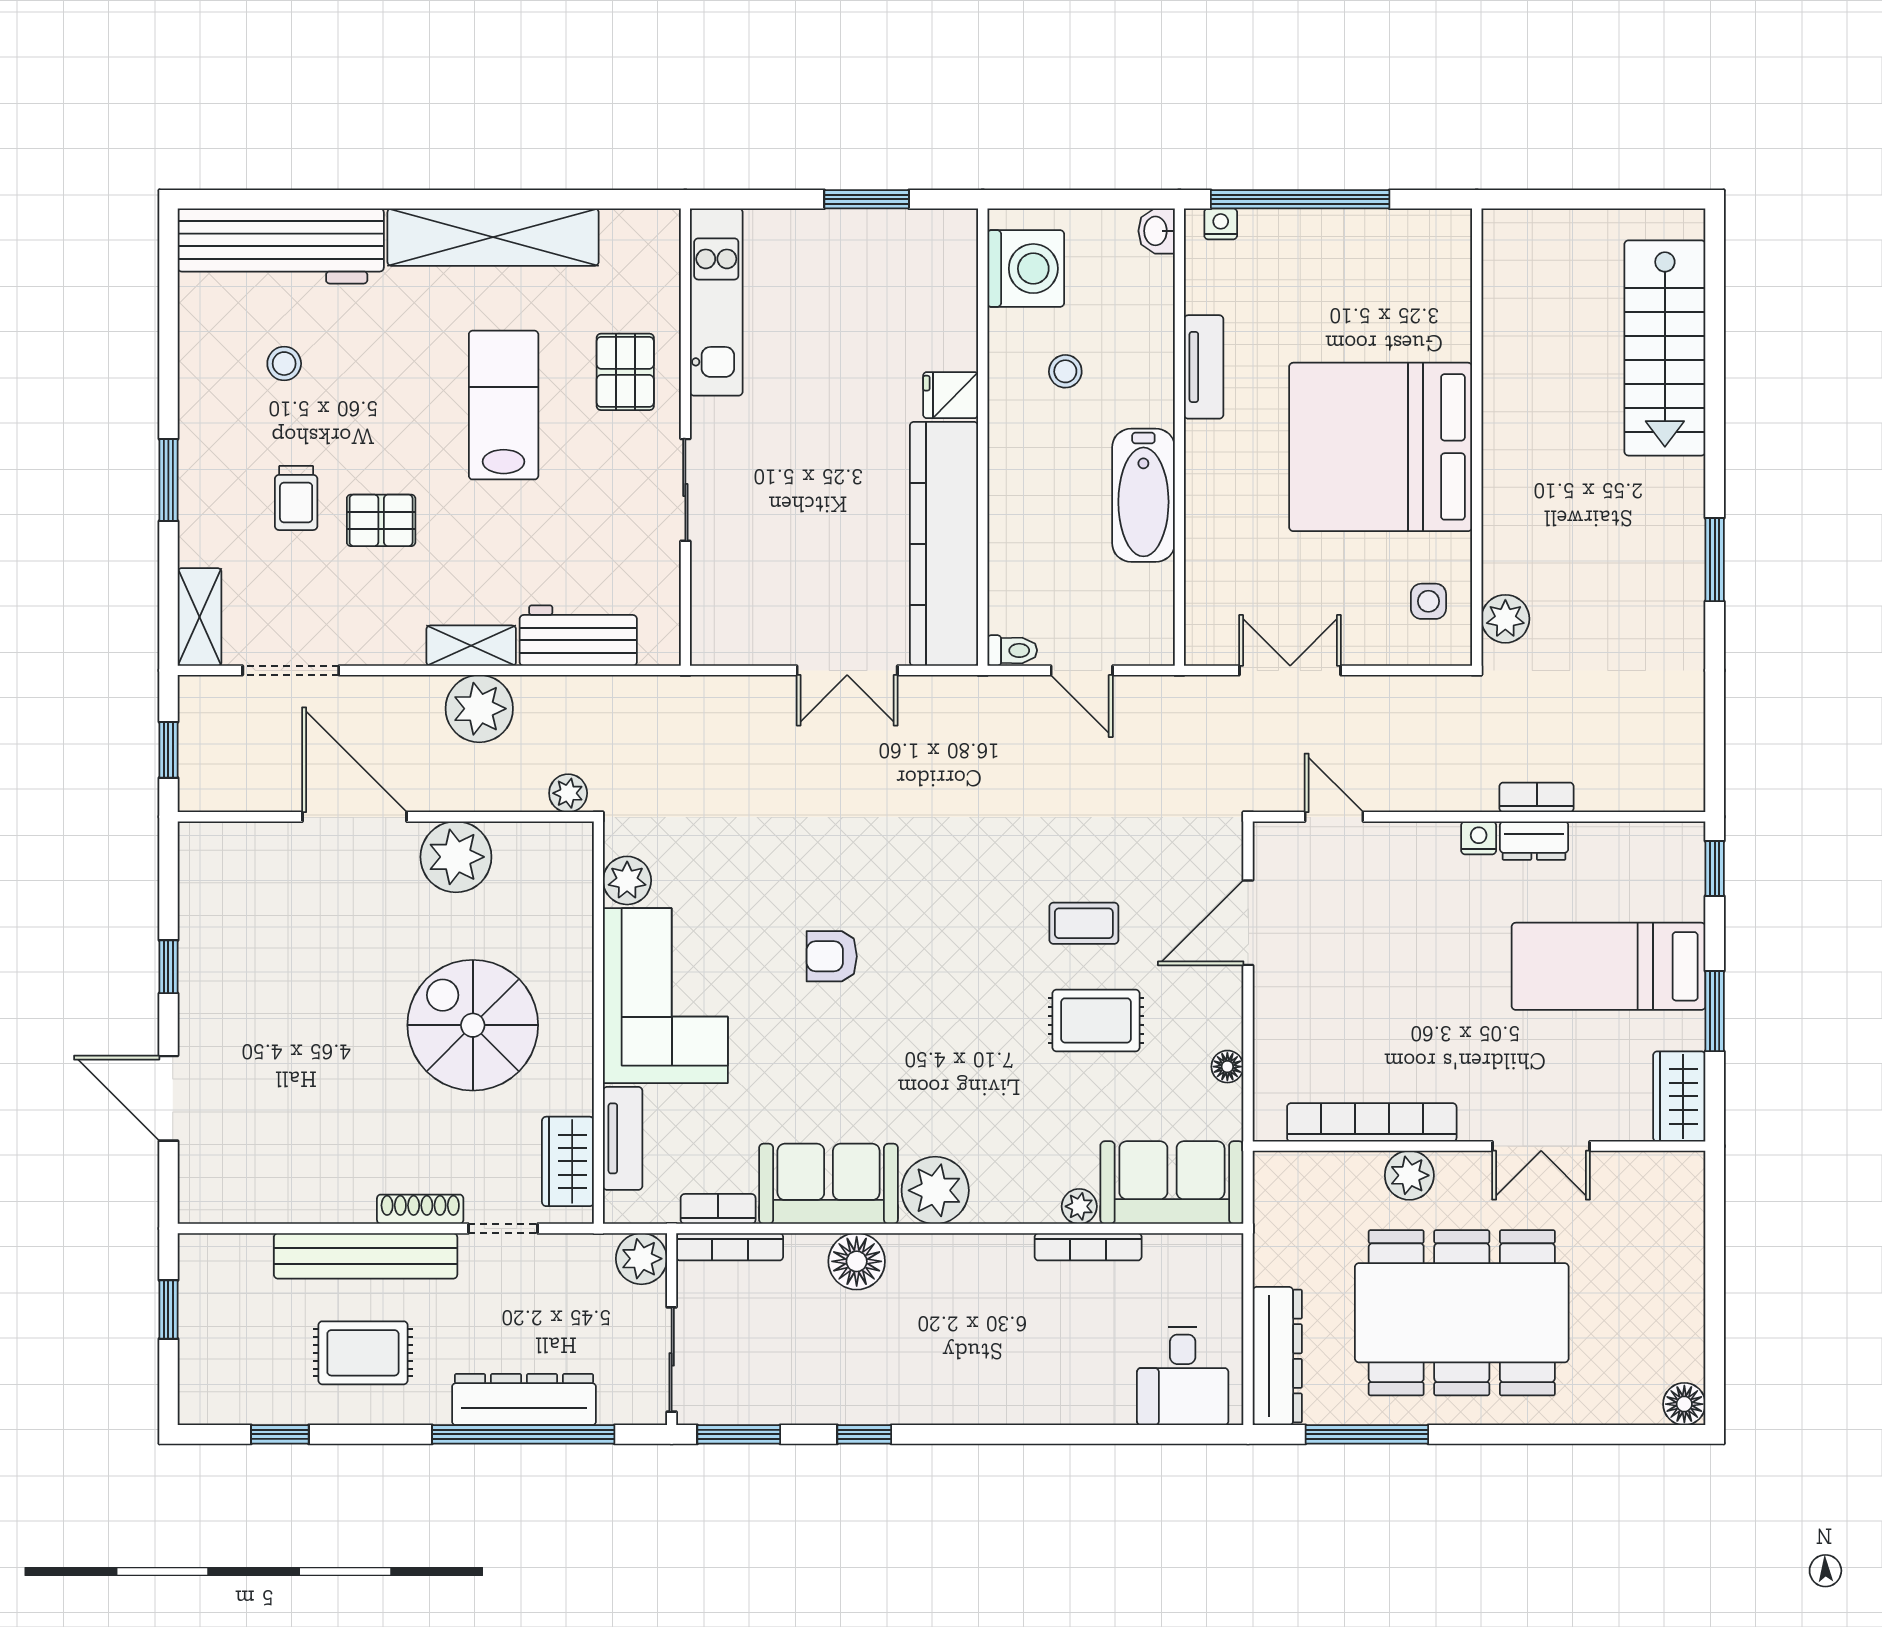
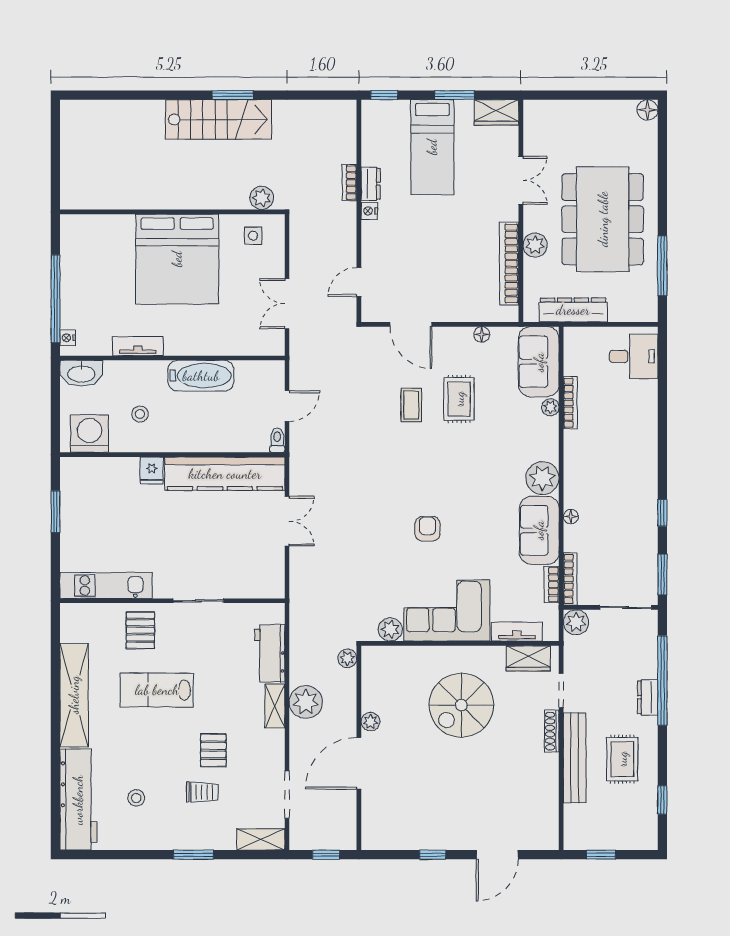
washbasin: (1157, 231) -> (81, 373), width x1.91, depth x1.45
stairs: (1665, 348) -> (219, 119), moved
pallet: (625, 372) -> (140, 630), turned 90
plant: (456, 857) -> (370, 722), width x0.53, depth x0.53
armchair: (832, 956) -> (427, 529), turned 180
floor lamp: (857, 1261) -> (571, 517), width x0.53, depth x0.53
dresser: (1277, 1356) -> (573, 310), moved
dresser: (524, 1400) -> (648, 697), width x0.51, depth x0.80

